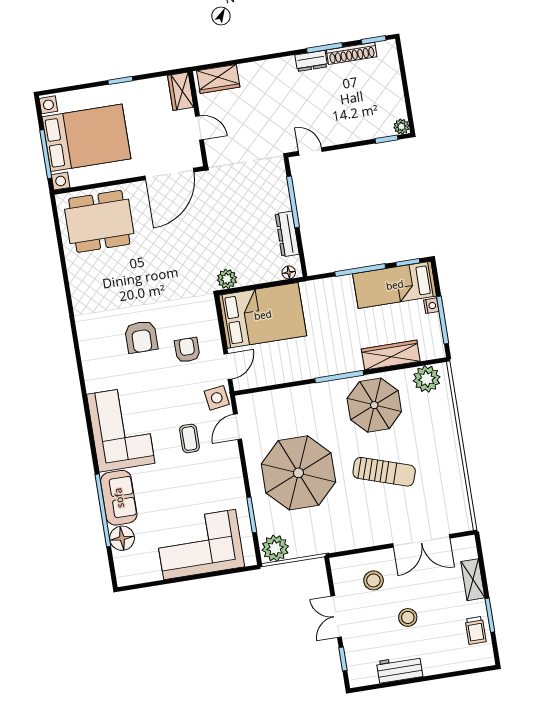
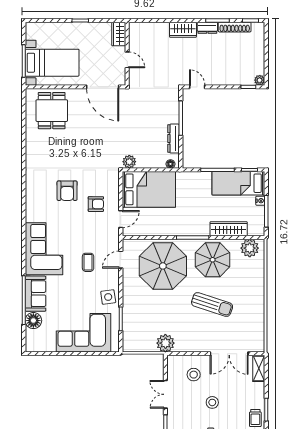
wardrobe: (218, 79) -> (183, 30), moved
bed with nightstands: (86, 138) -> (52, 63), width x0.73
door: (169, 174) -> (103, 87), hinge flipped
dining table: (99, 221) -> (52, 111), width x0.73
armchair: (187, 350) -> (96, 204), turned 90
side table: (217, 398) -> (108, 297), moved
parasol: (298, 473) -> (163, 266), moved
plant: (275, 548) -> (165, 343), moved
shelving: (473, 580) -> (259, 368), moved

